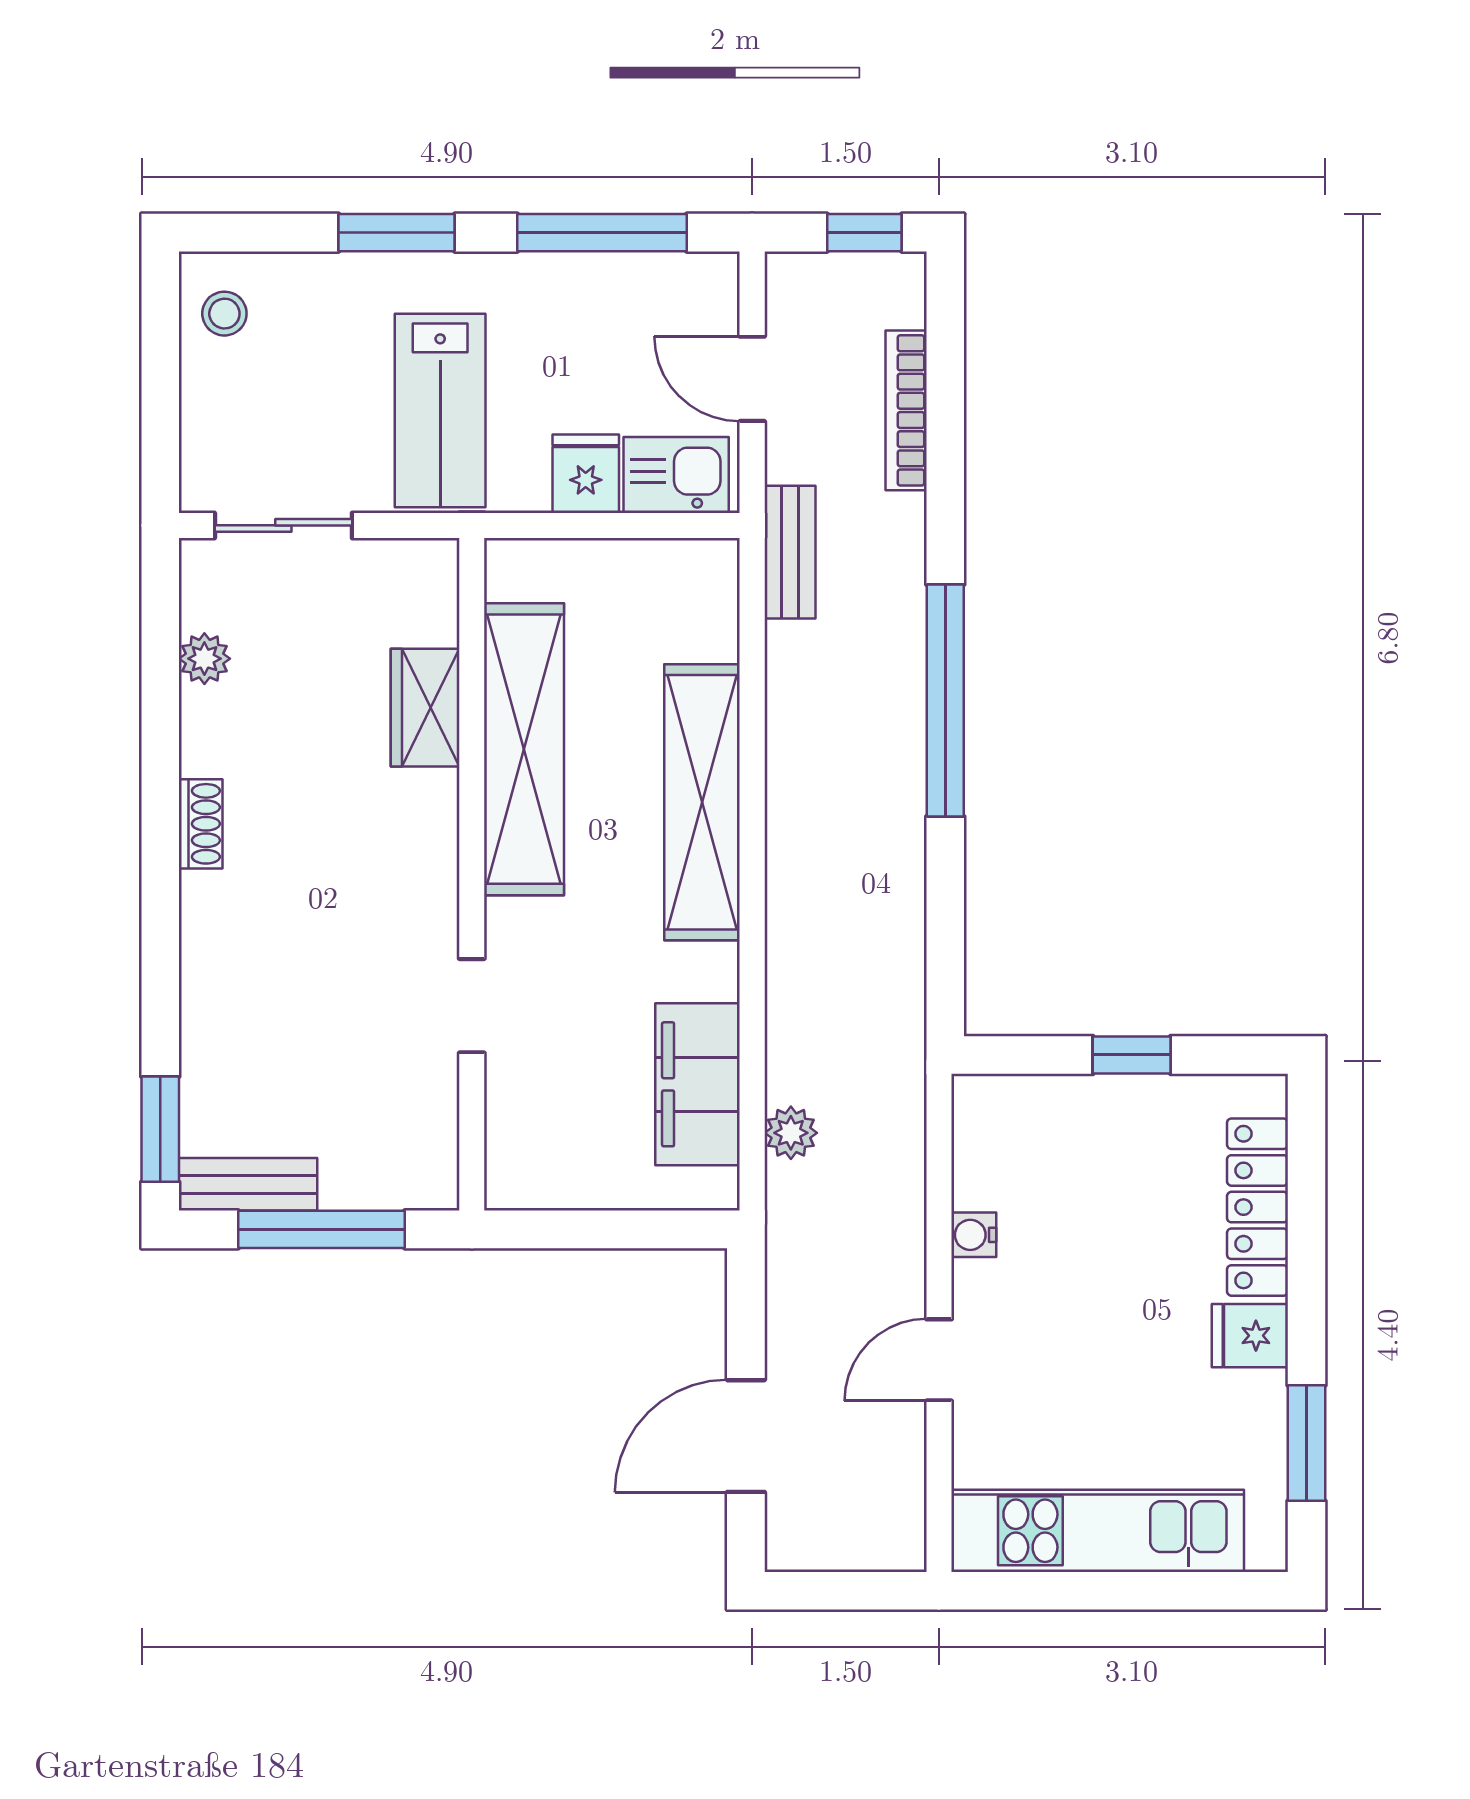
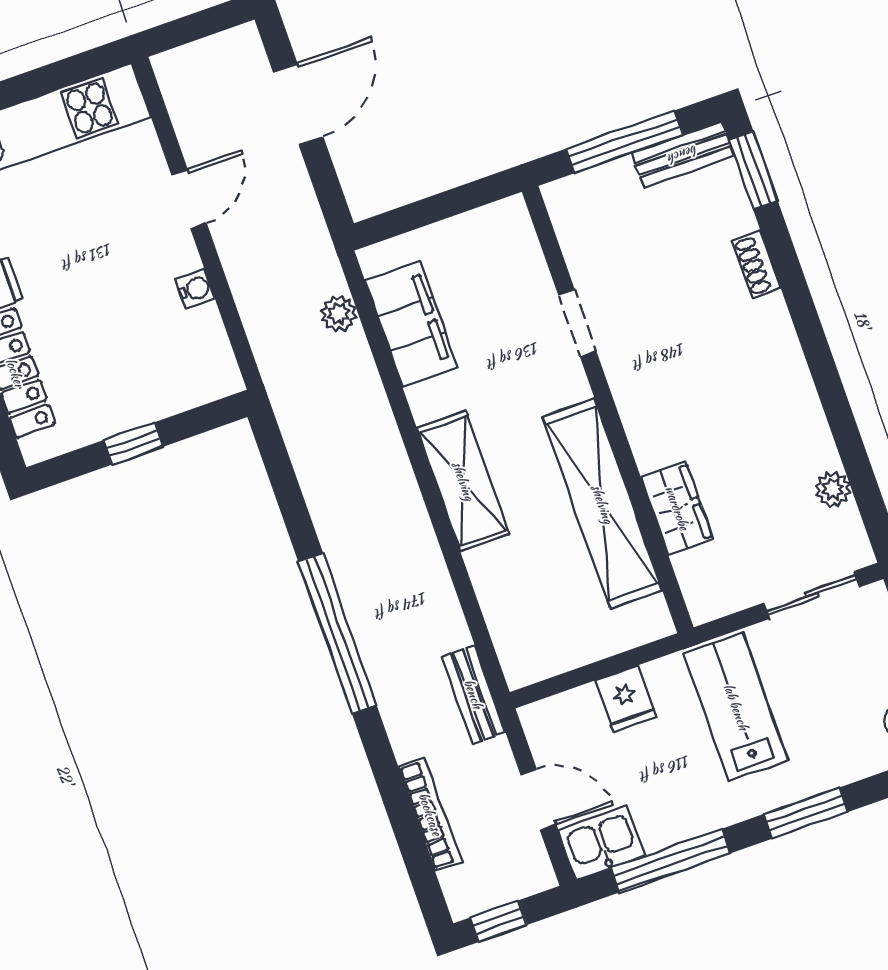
kitchen sink: (676, 475) -> (602, 843), moved, turned 180
shelving: (702, 802) -> (463, 481), width x0.68
shoe rack: (201, 824) -> (757, 264), moved

